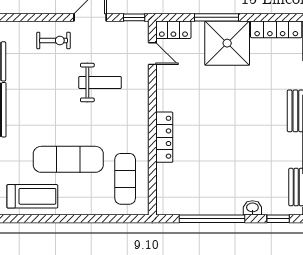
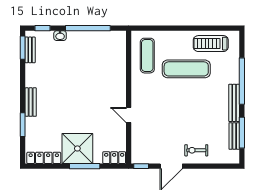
door: (152, 54) -> (129, 115), moved
weight bench: (100, 82) -> (164, 122), removed
locker: (164, 137) -> (120, 84), removed

